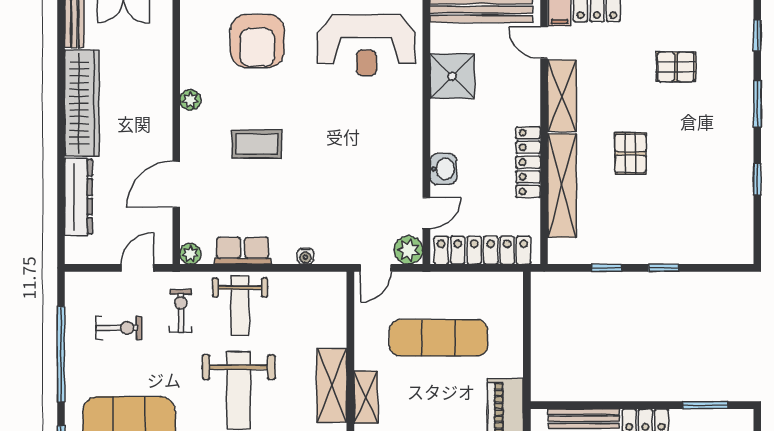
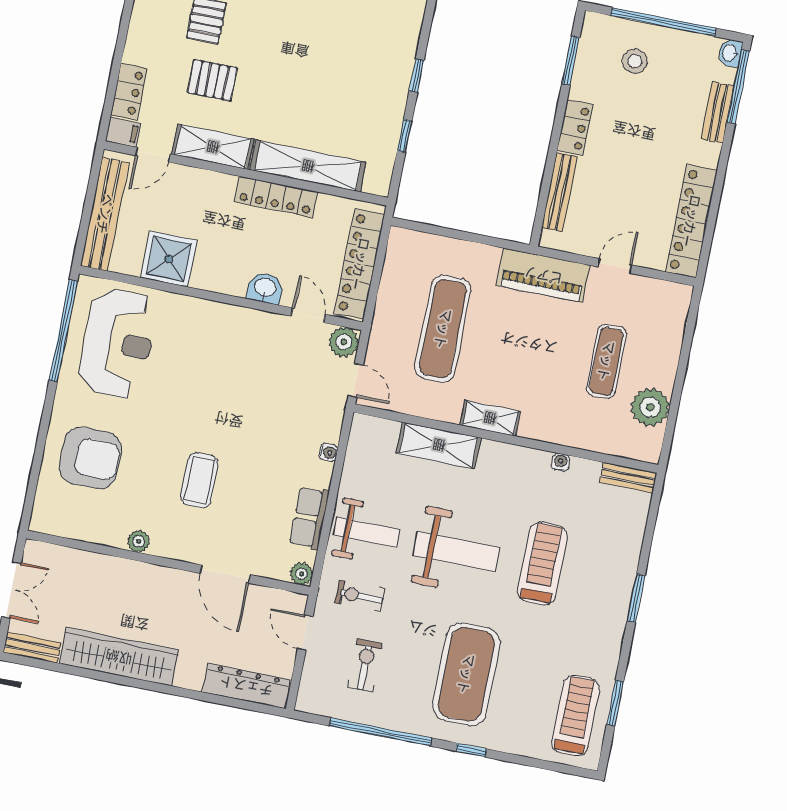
pallet: (631, 153) -> (212, 80), moved
dresser: (79, 197) -> (246, 686), moved
shelving: (332, 385) -> (439, 445), moved

